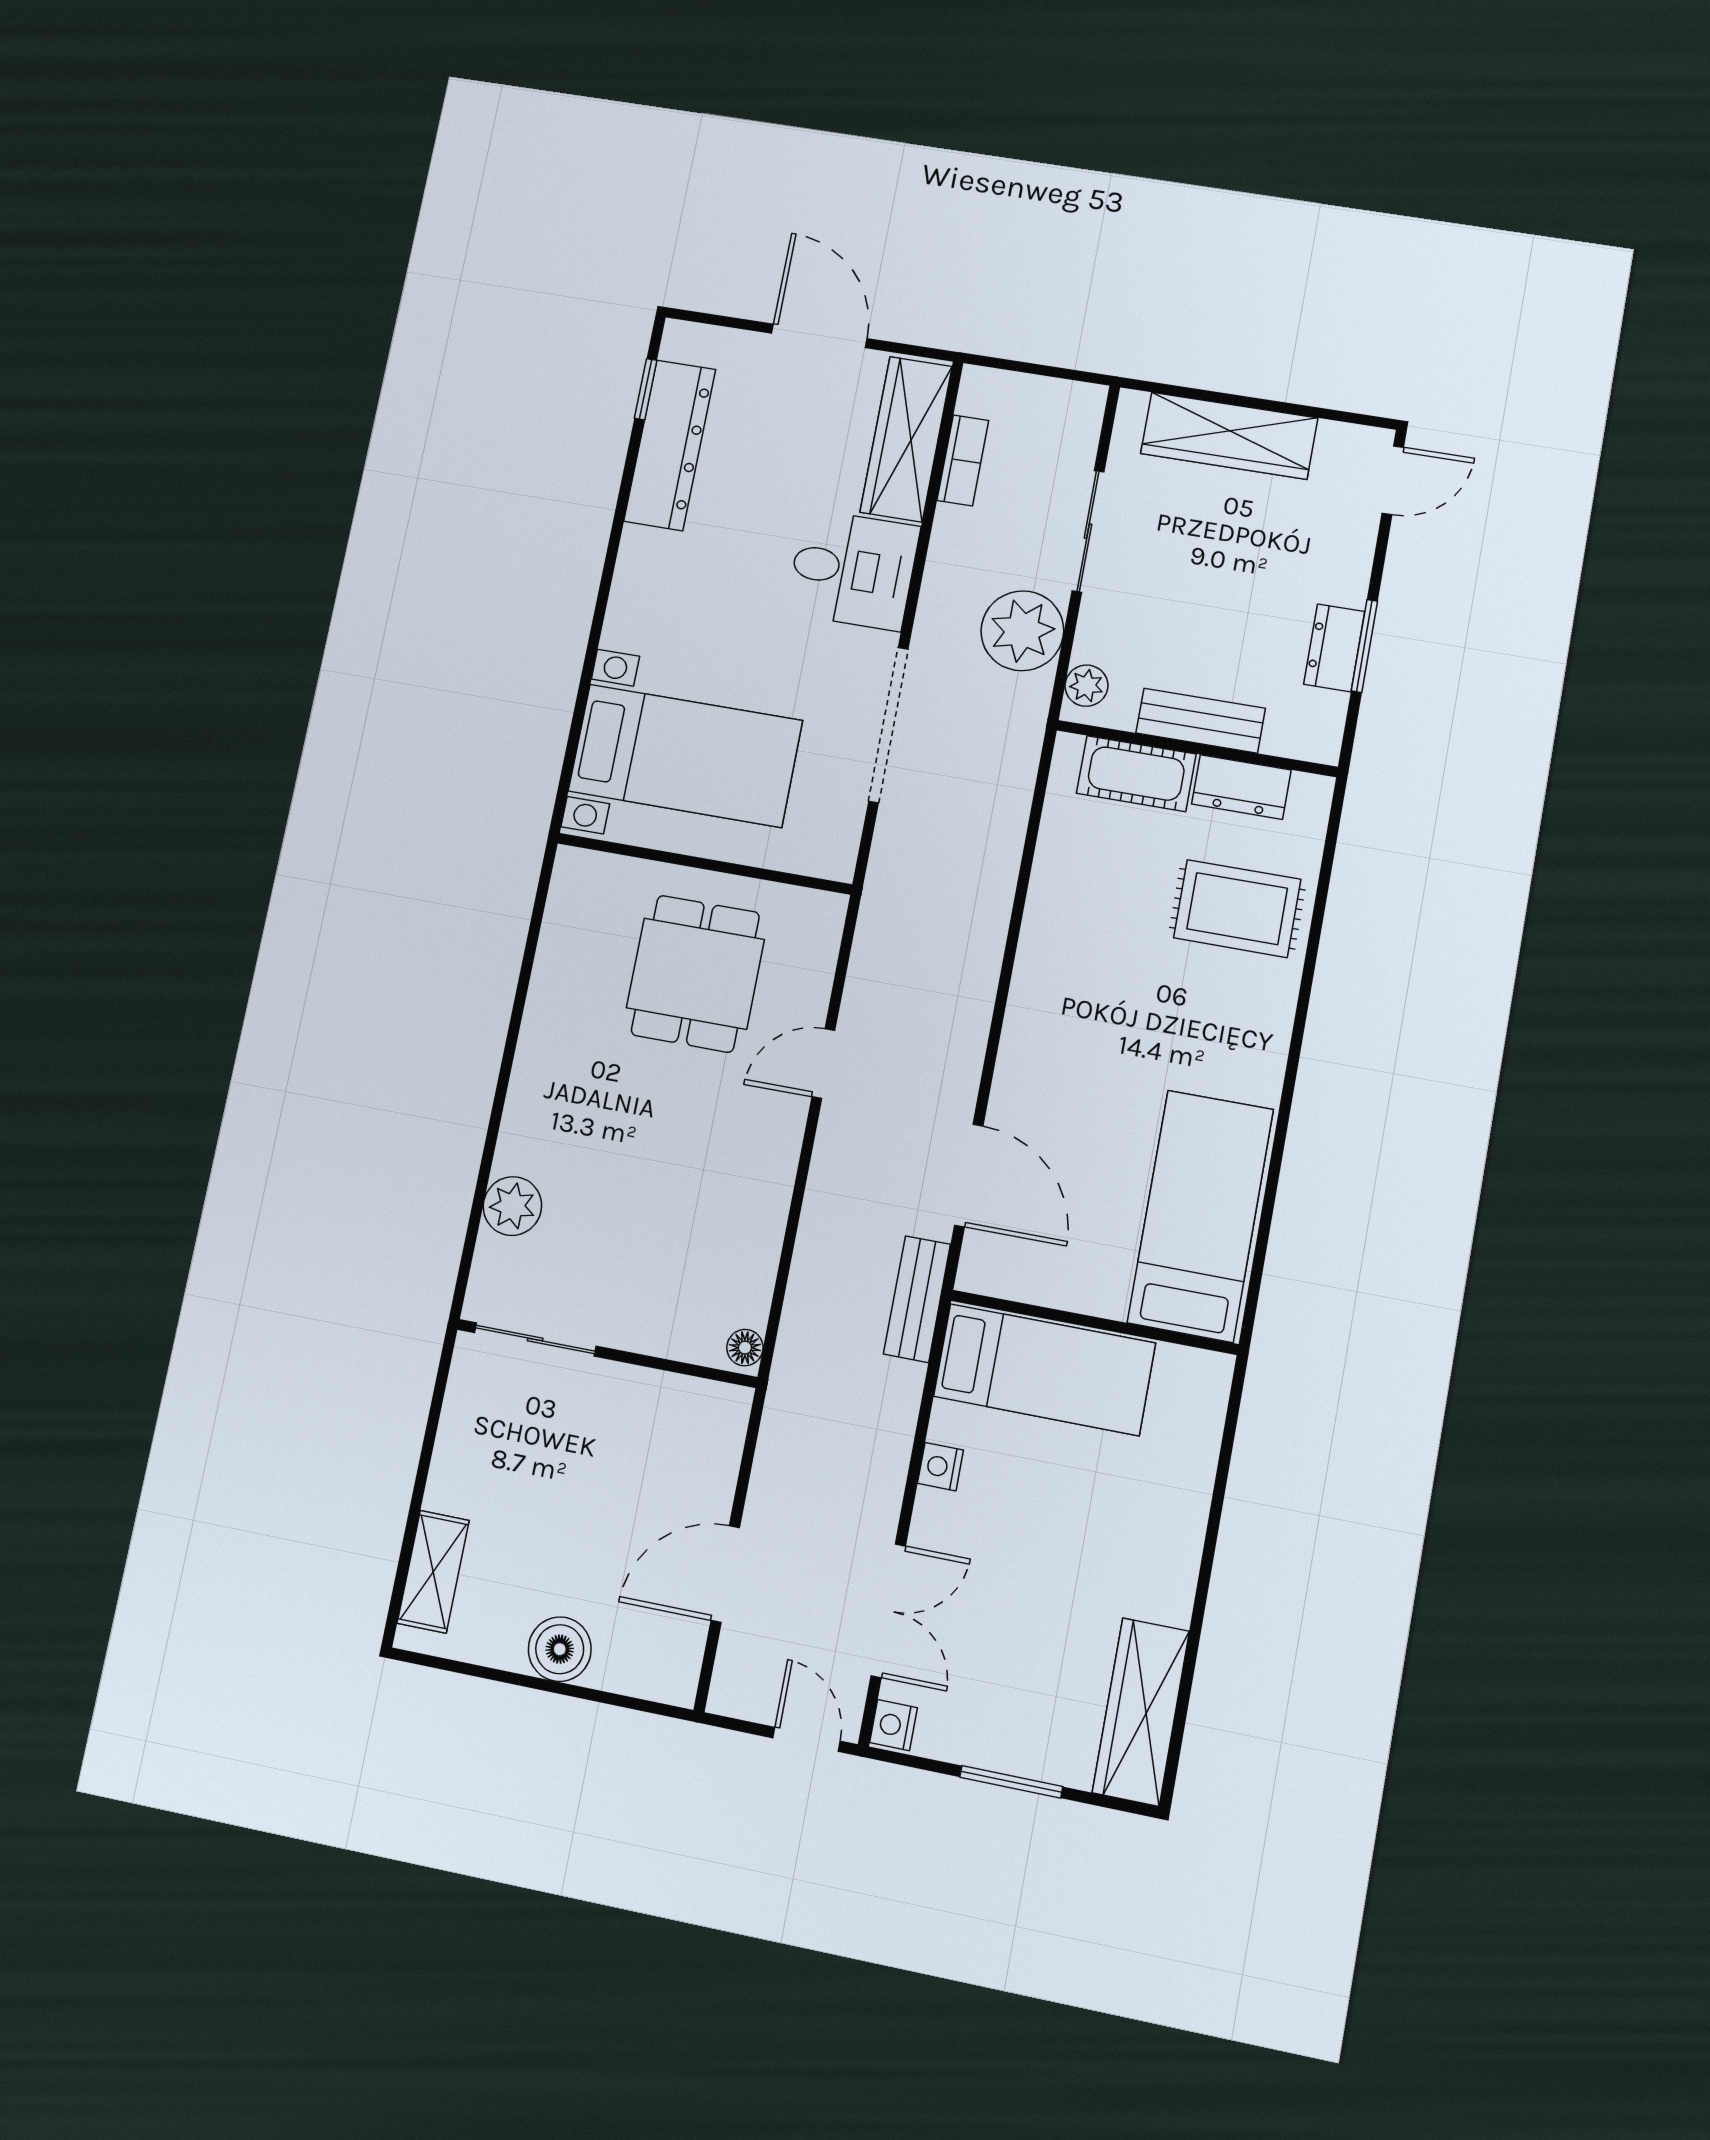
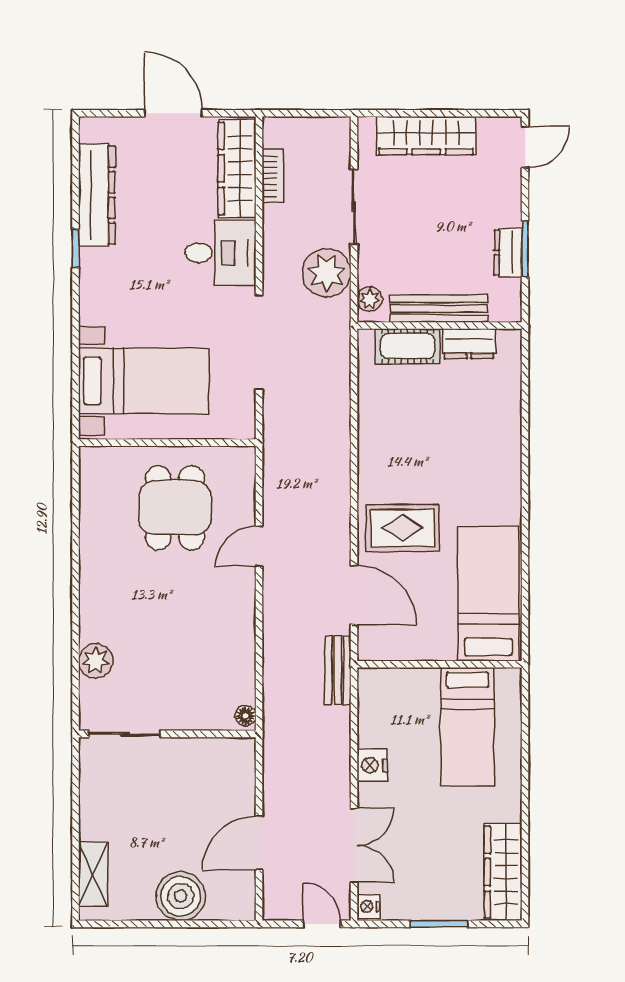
window: (646, 389) -> (75, 248), moved
bench: (1201, 721) -> (439, 309), width x1.36
rug: (1237, 909) -> (403, 528), moved
bed: (1044, 1370) -> (467, 727), moved, turned 90
nightstand: (940, 1467) -> (372, 765), width x1.39, depth x1.35
boiler: (560, 1649) -> (181, 896), width x1.37, depth x1.37

